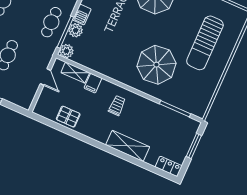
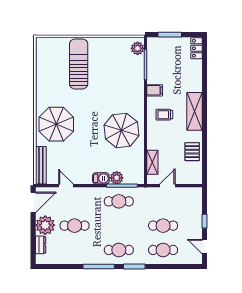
sun lounger: (205, 43) -> (79, 64), turned -90
plant: (66, 51) -> (138, 48), moved
parasol: (156, 65) -> (121, 130), moved
filing cabinet: (93, 83) -> (155, 90), moved
shelving: (128, 146) -> (195, 111), moved

